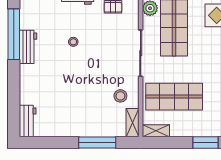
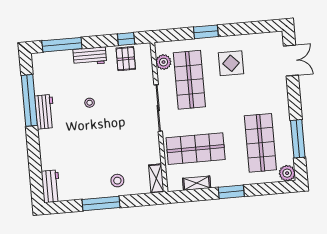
stool: (120, 96) -> (117, 181), moved
shelving: (156, 131) -> (197, 183), moved
window: (97, 143) -> (101, 203), moved

